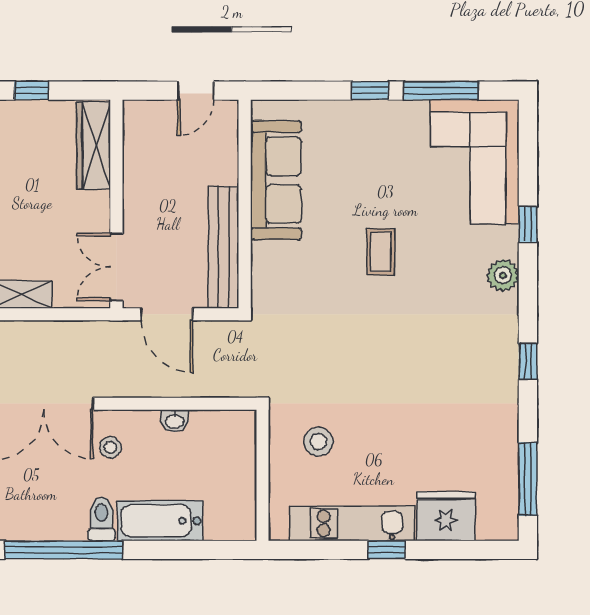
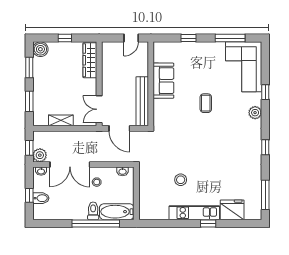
window: (370, 91) -> (189, 38), moved
sofa: (276, 180) -> (163, 81), width x0.73
wall: (263, 475) -> (136, 193), moved
window: (64, 550) -> (96, 223), moved

